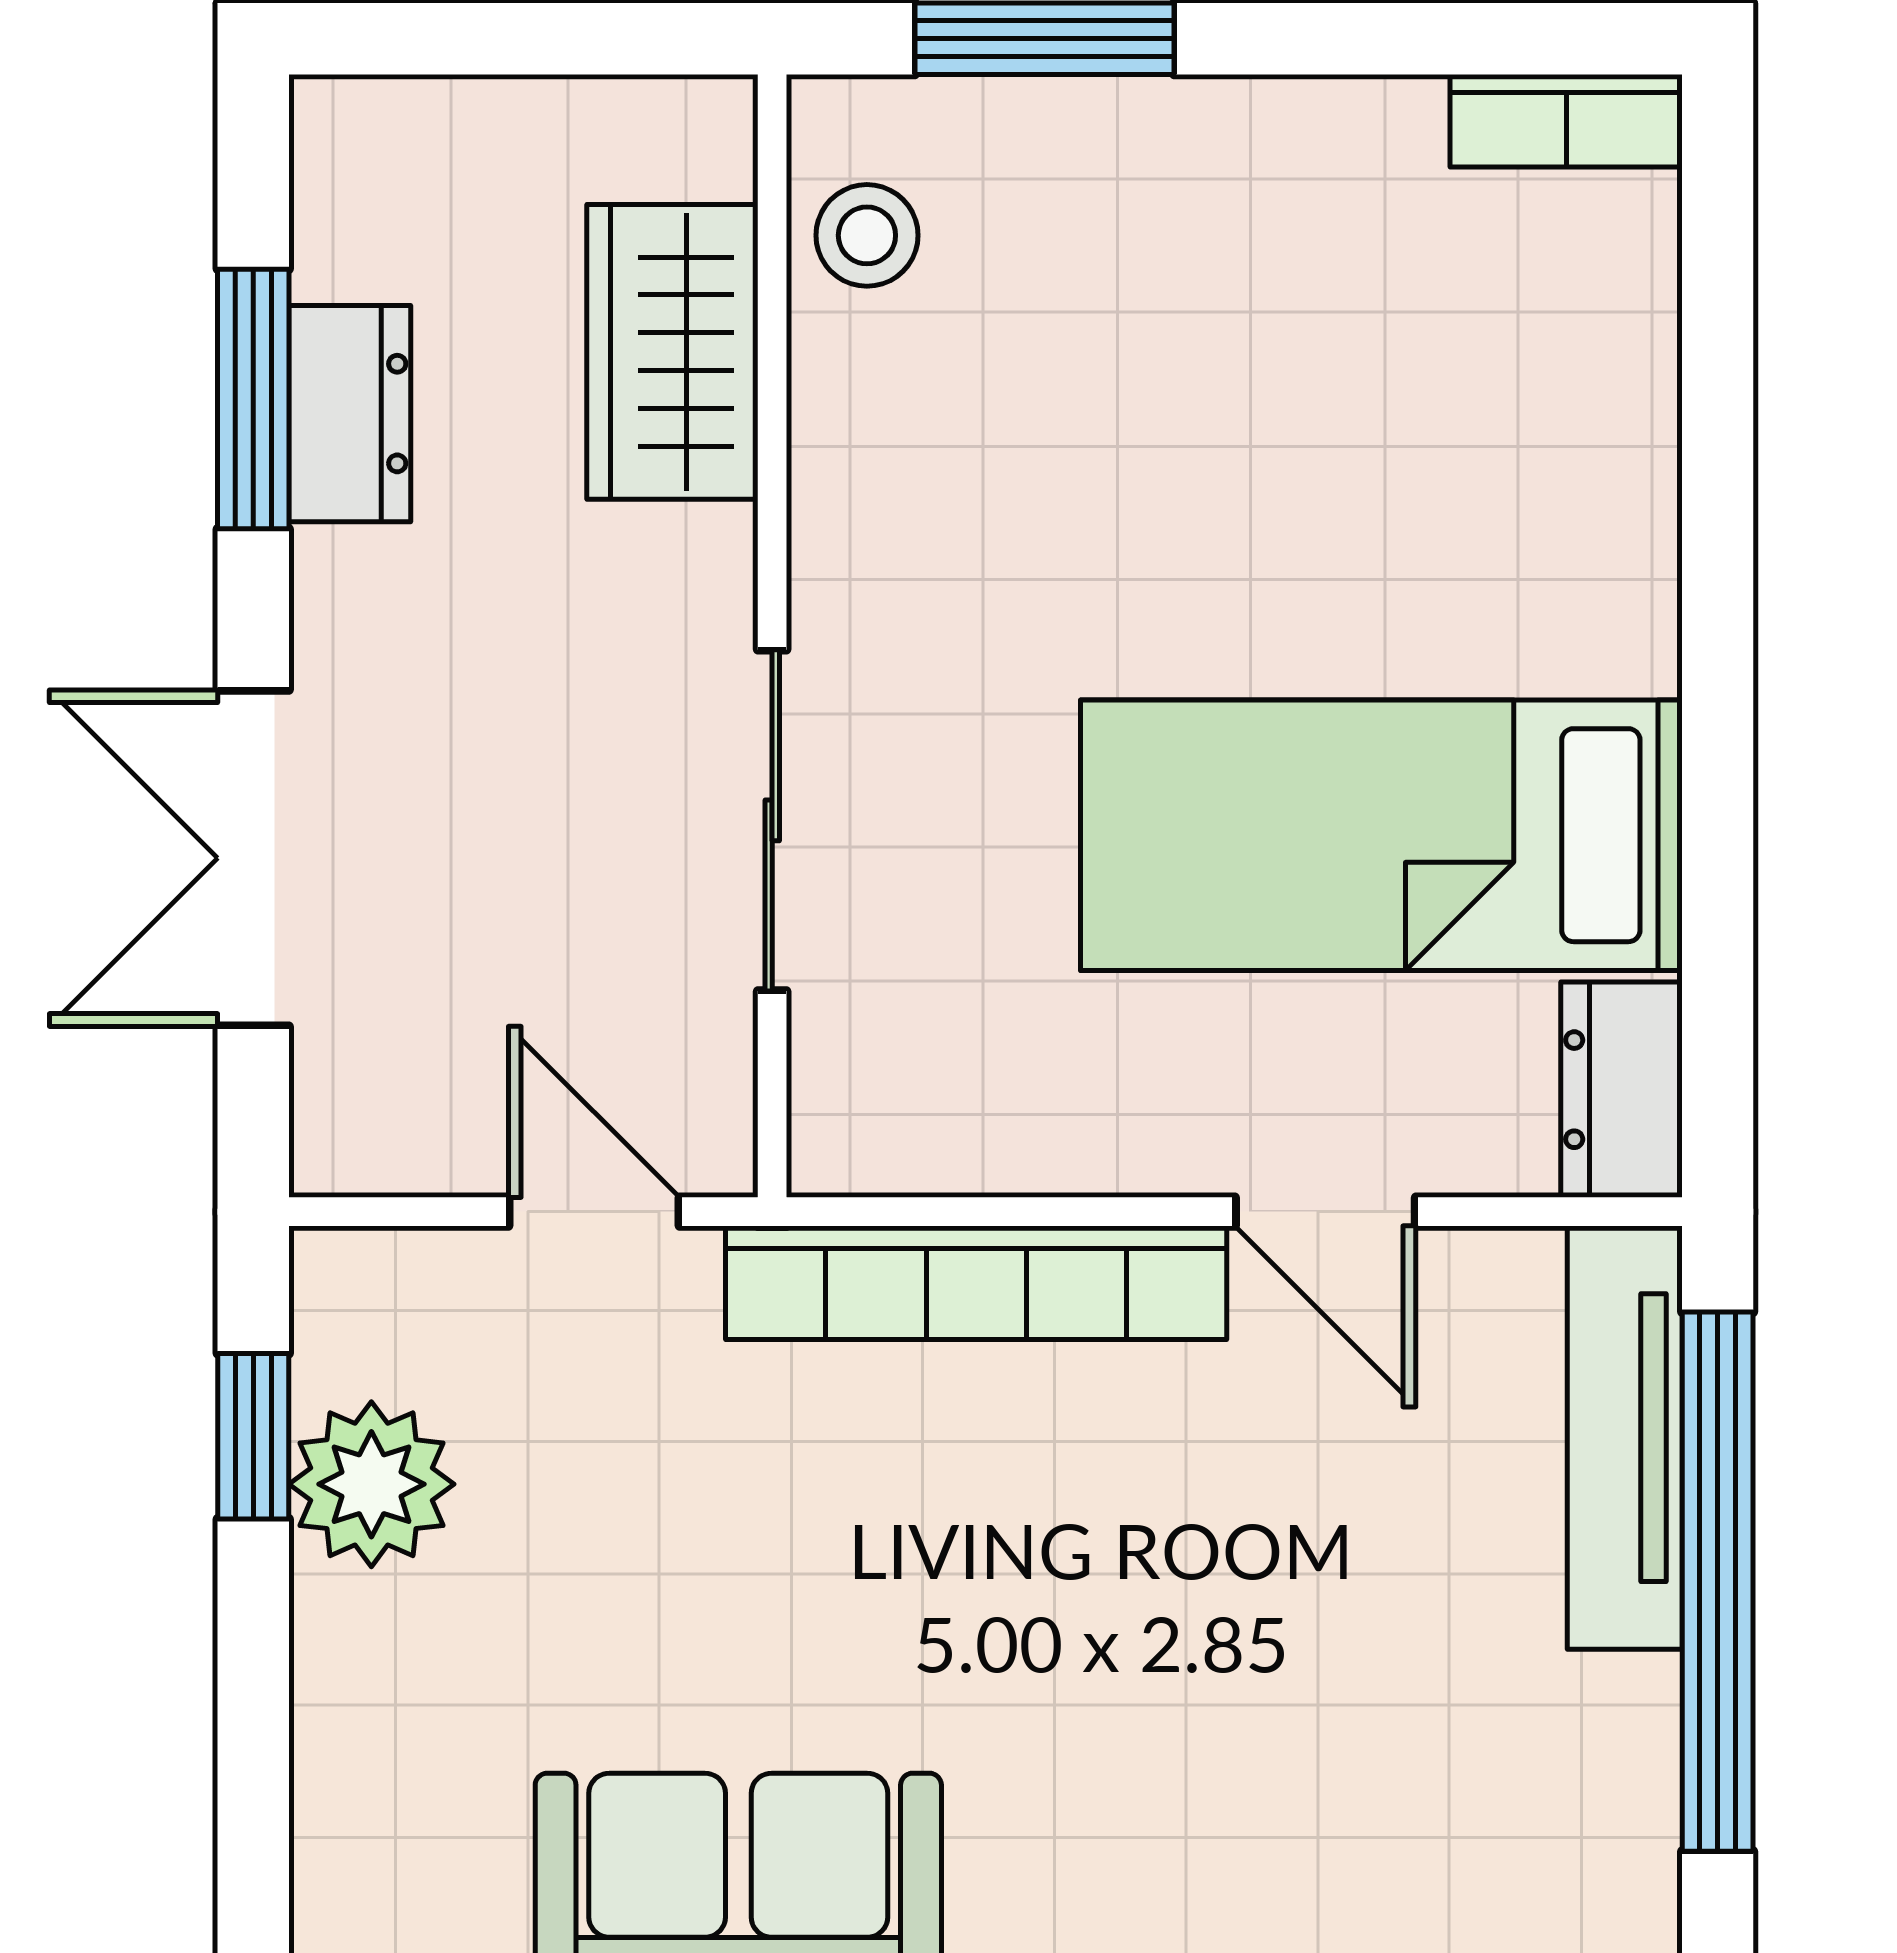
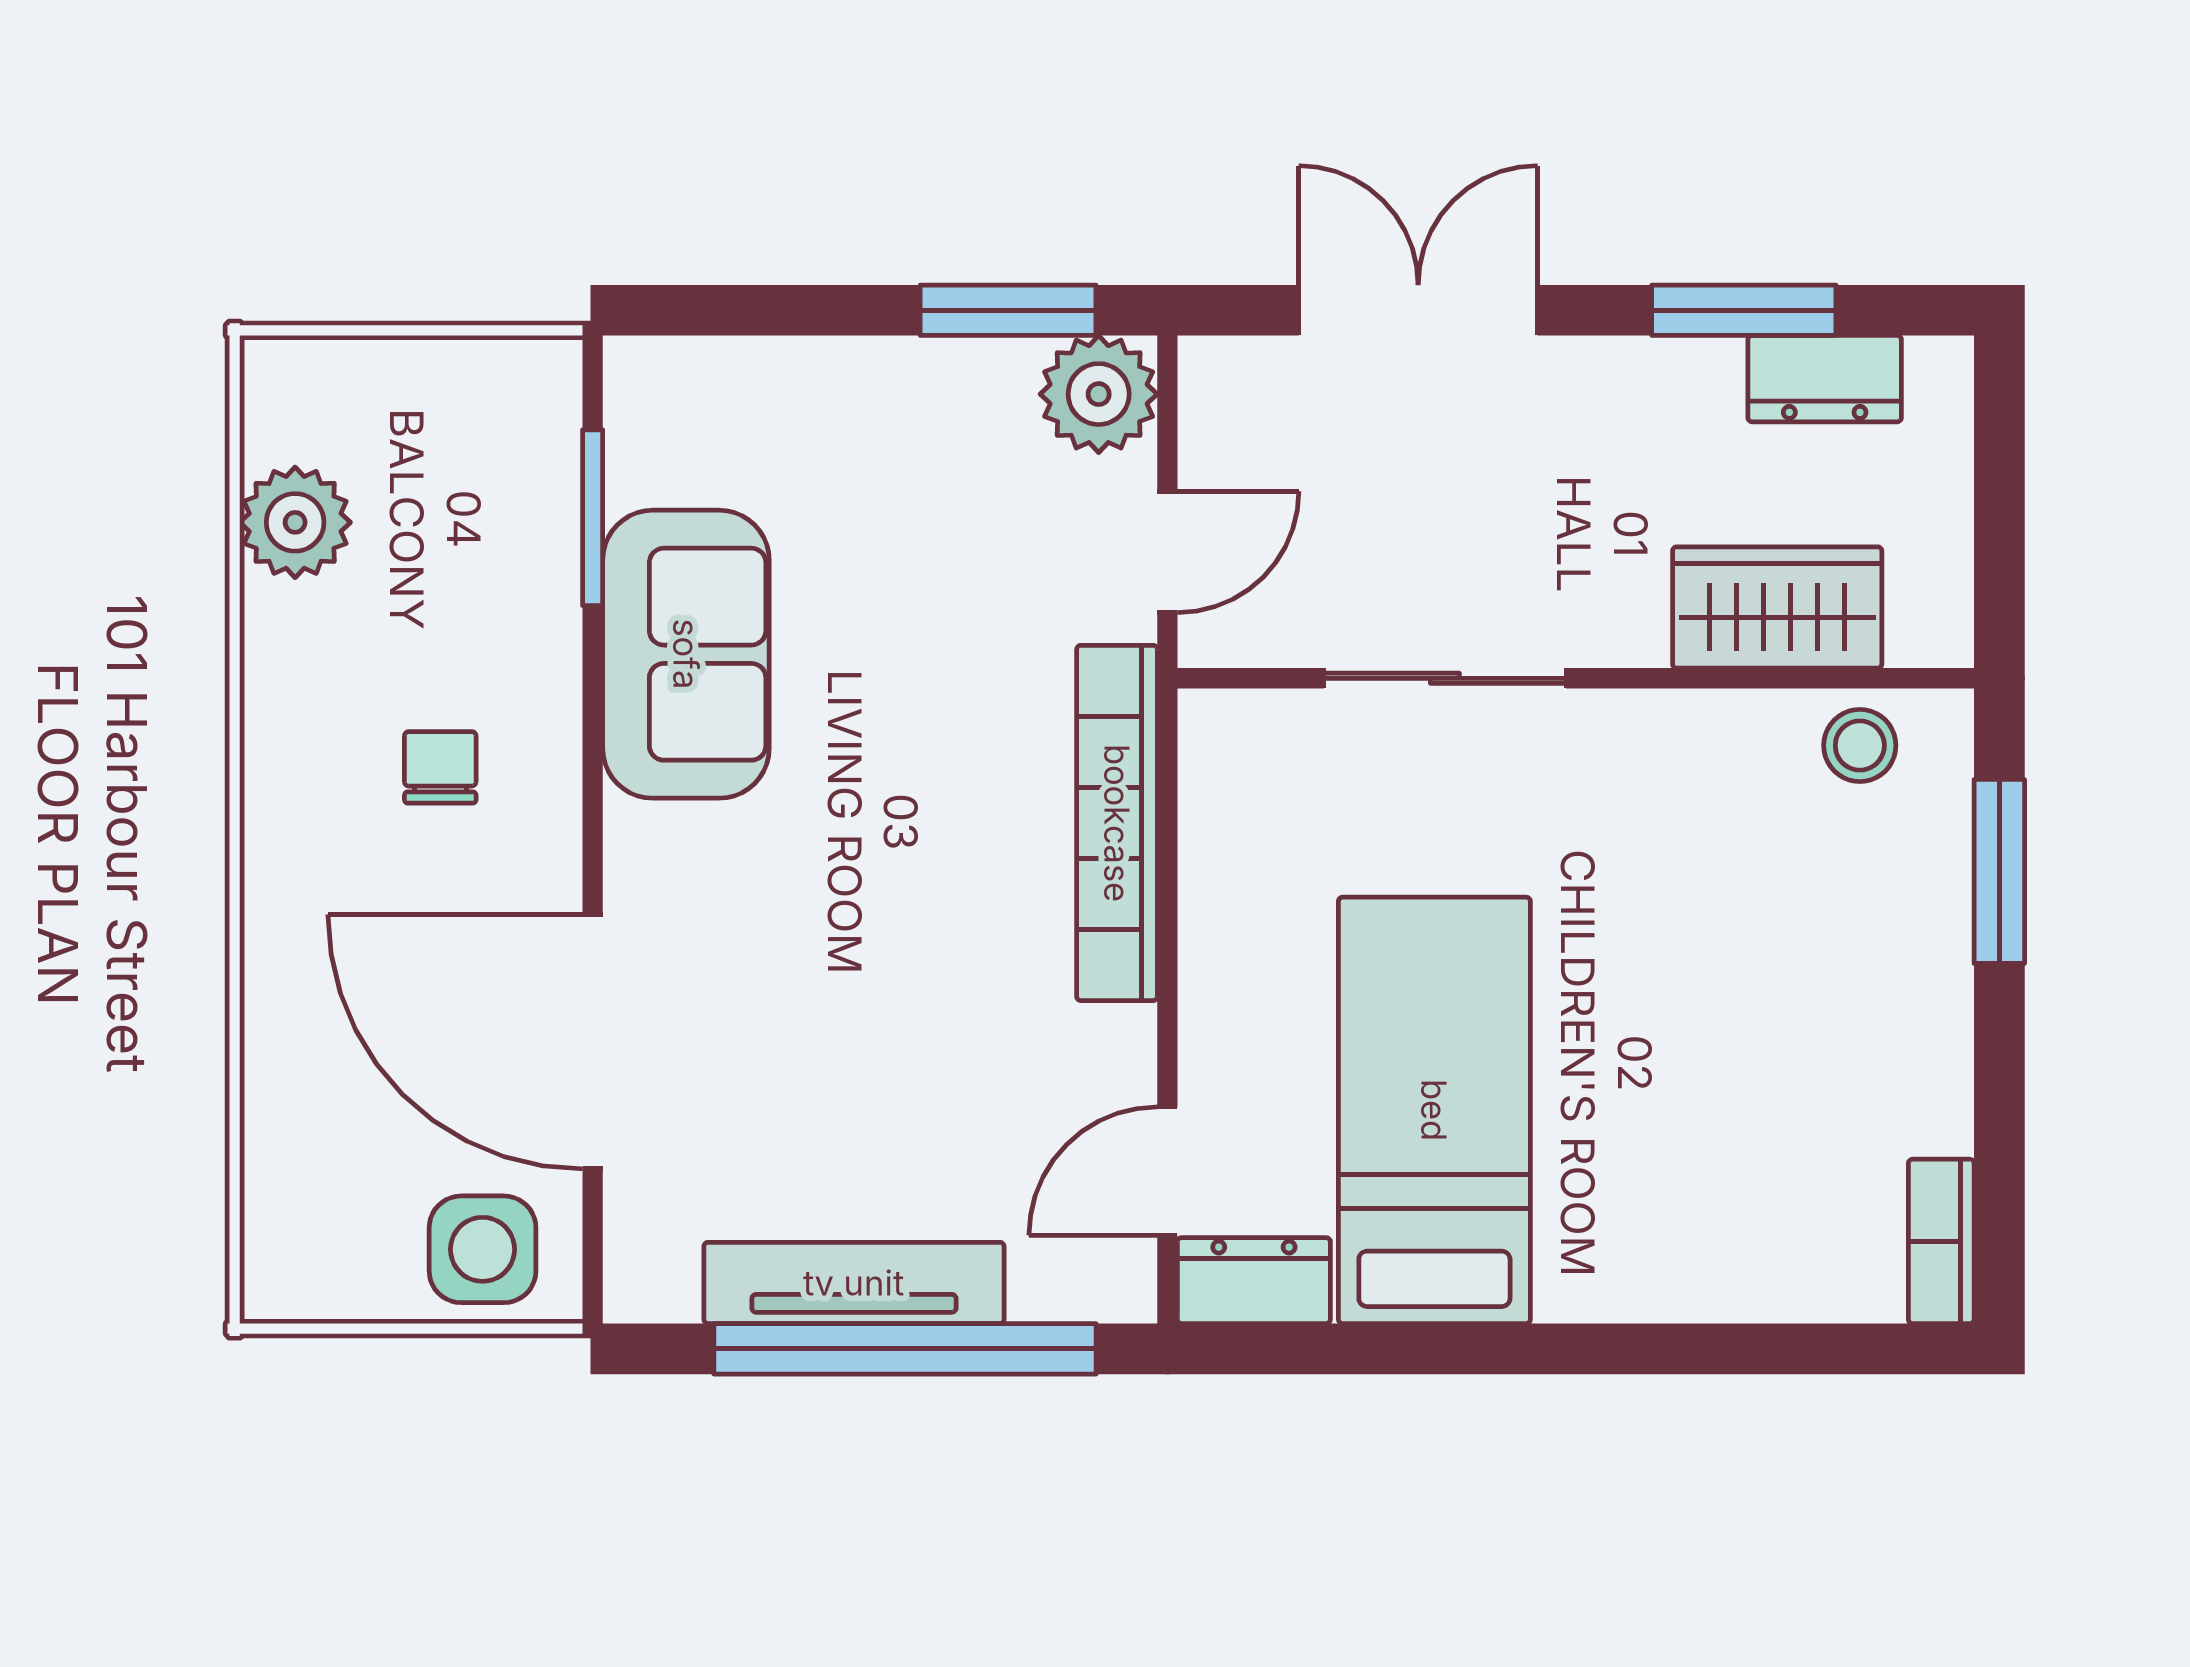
dresser: (350, 414) -> (1825, 379), moved
door: (1325, 1212) -> (1167, 1171), moved
window: (253, 1436) -> (1008, 310), width x1.50
tv unit: (1625, 1438) -> (854, 1283), moved
plant: (371, 1484) -> (1099, 394), moved

